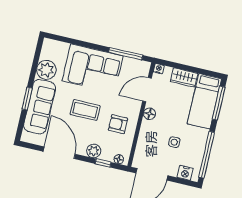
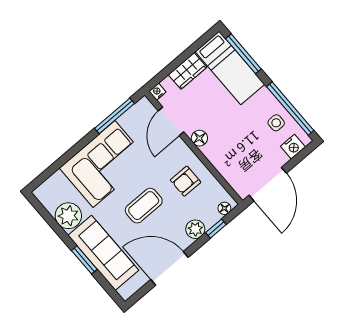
side table: (174, 142) -> (276, 123), moved

